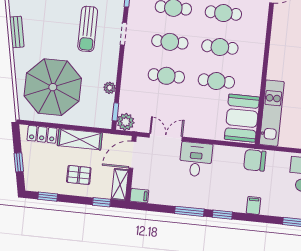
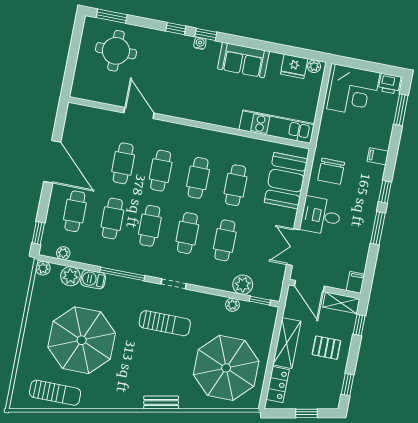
booth: (242, 118) -> (286, 181), moved, turned 90
plant: (126, 122) -> (243, 285), moved
chair: (255, 160) -> (331, 171), moved
pallet: (79, 175) -> (326, 348), turned 90

